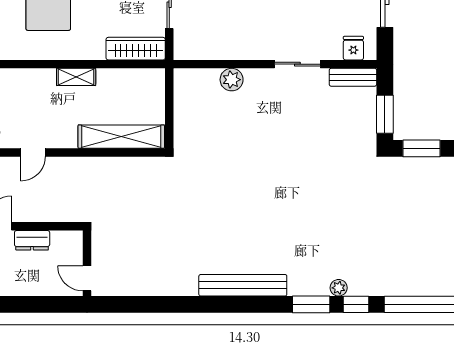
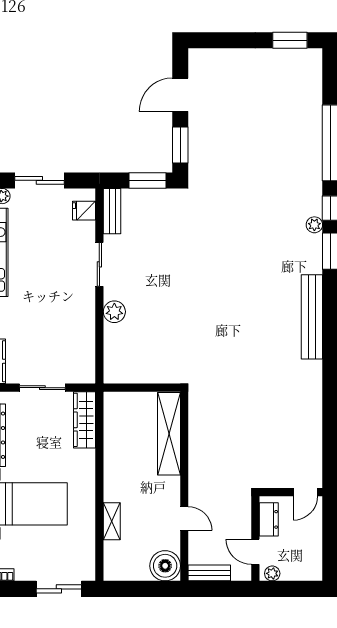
shelving: (76, 77) -> (112, 521), moved
plant: (232, 80) -> (114, 312), moved
wall: (87, 263) -> (291, 492), moved
door: (87, 278) -> (305, 492), moved

